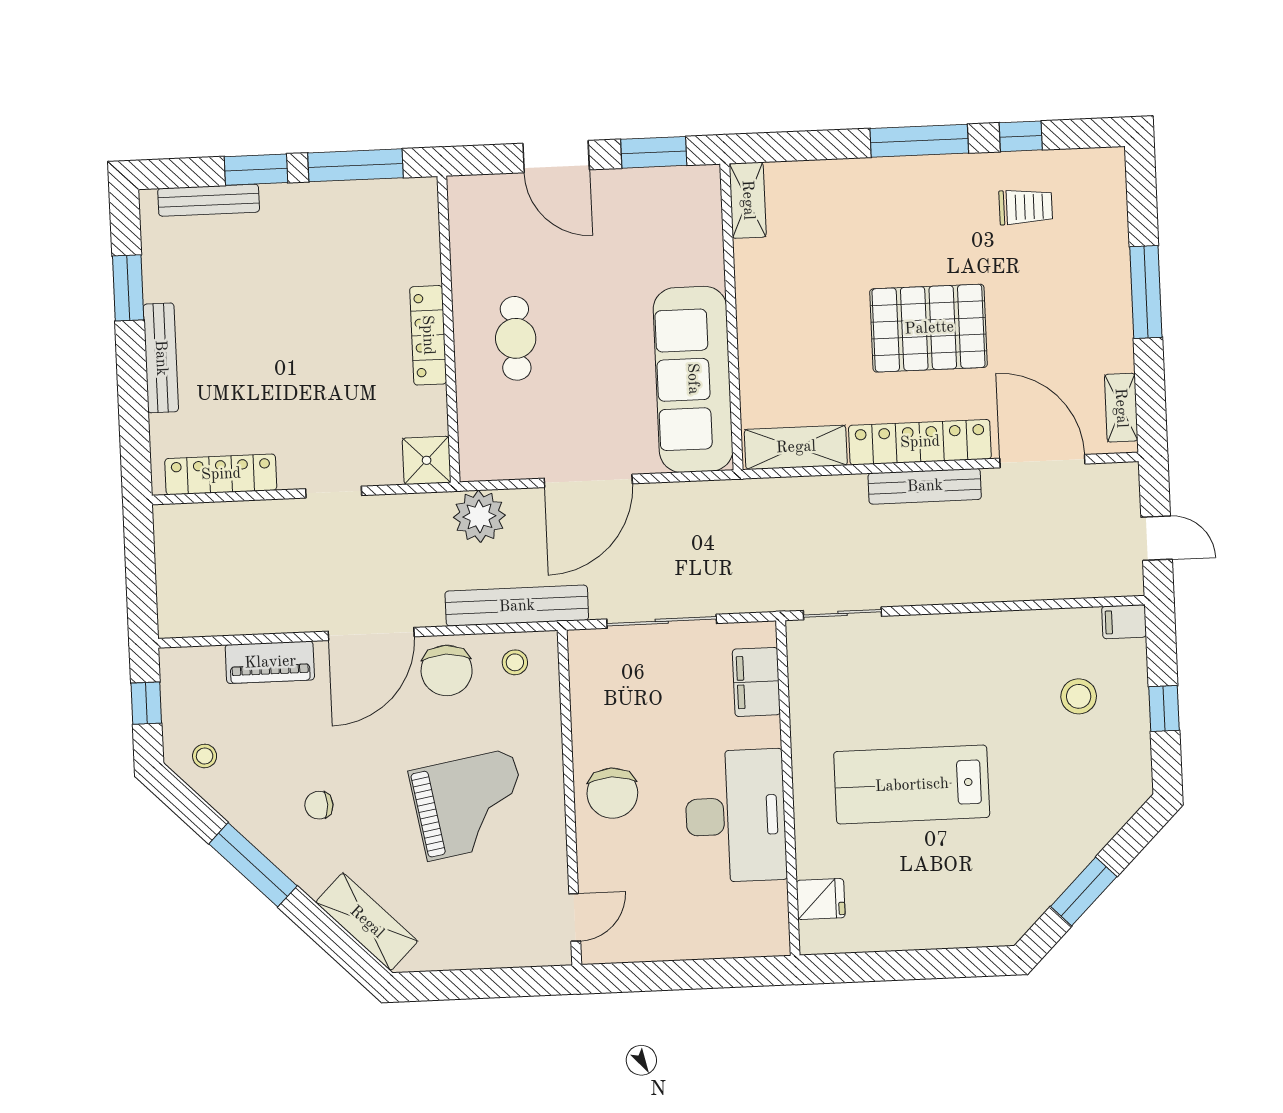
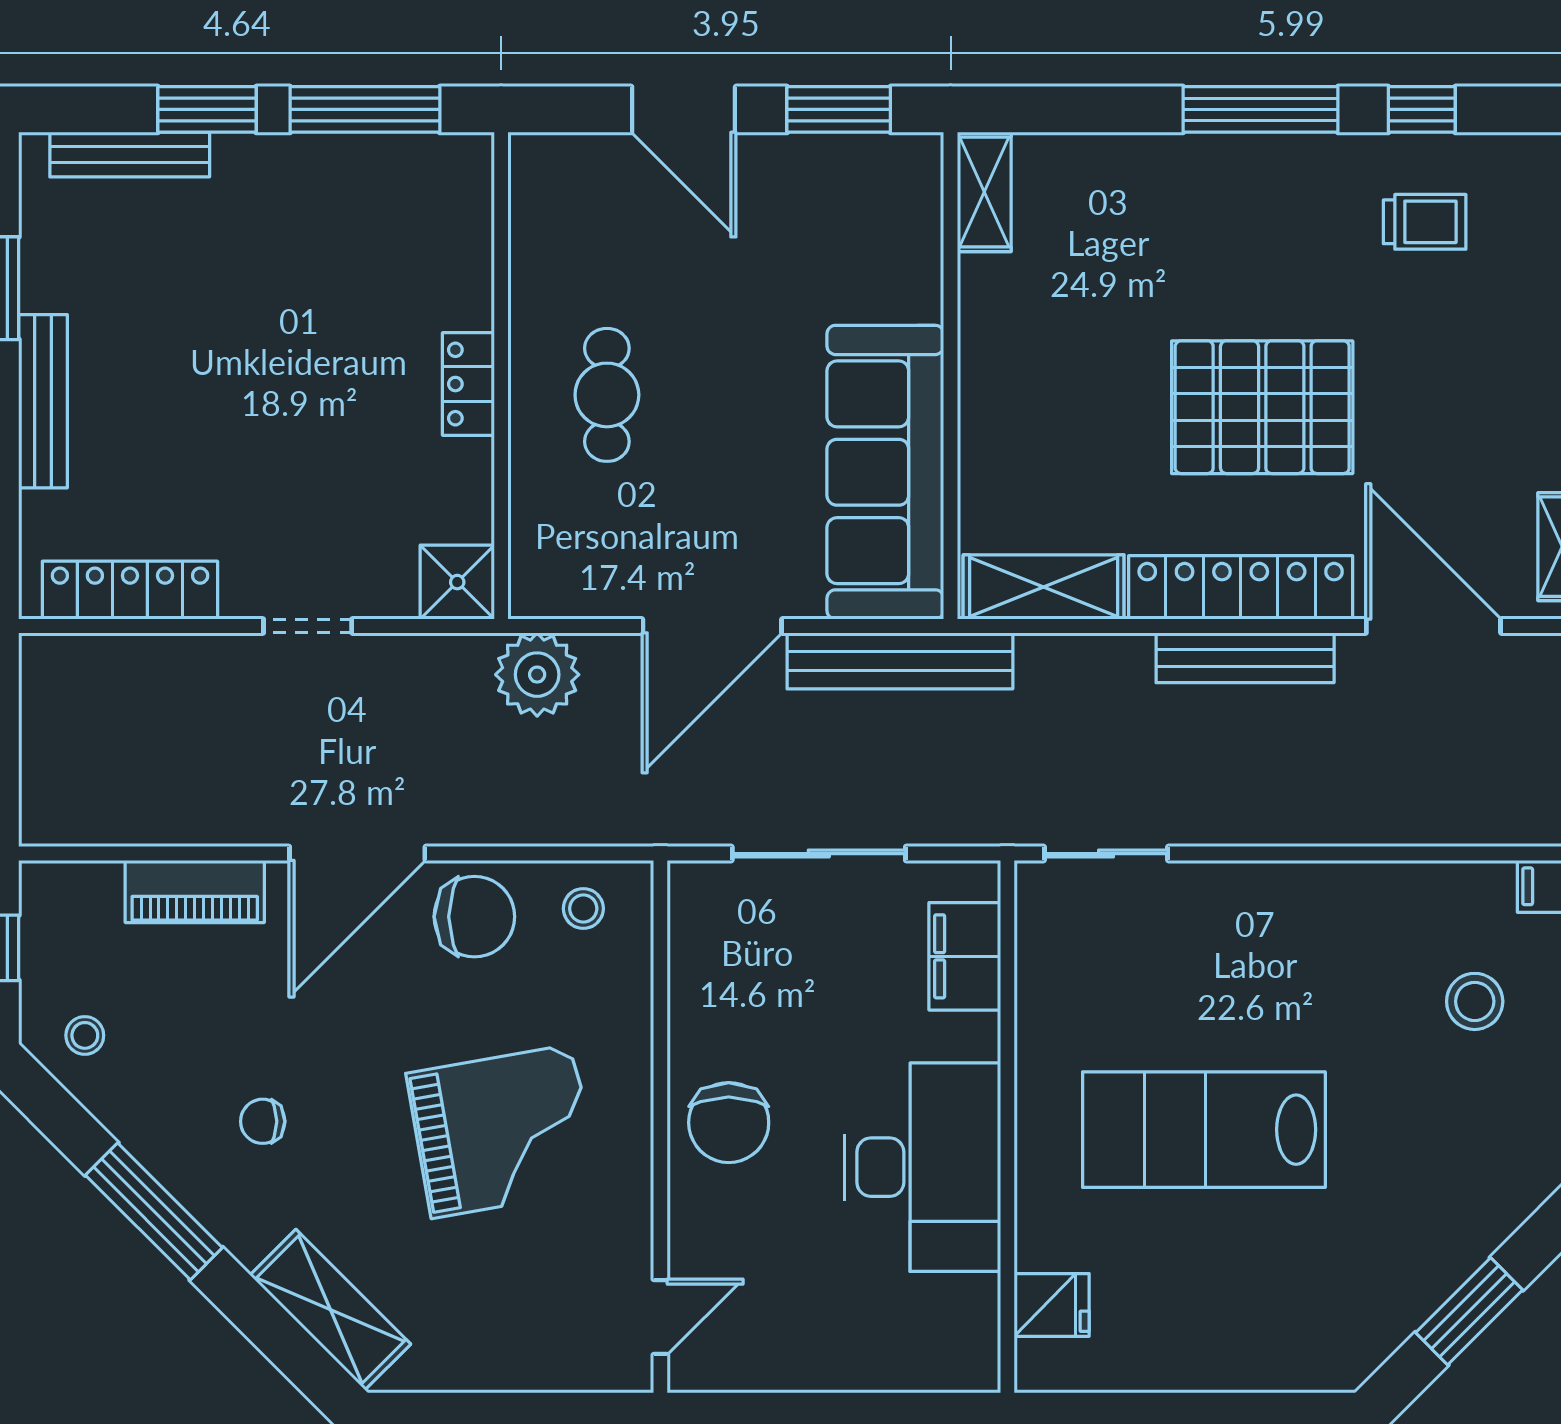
locker: (428, 335) -> (468, 384), width x0.66
bench: (517, 606) -> (900, 661), moved
chair: (447, 670) -> (474, 917), turned -90

